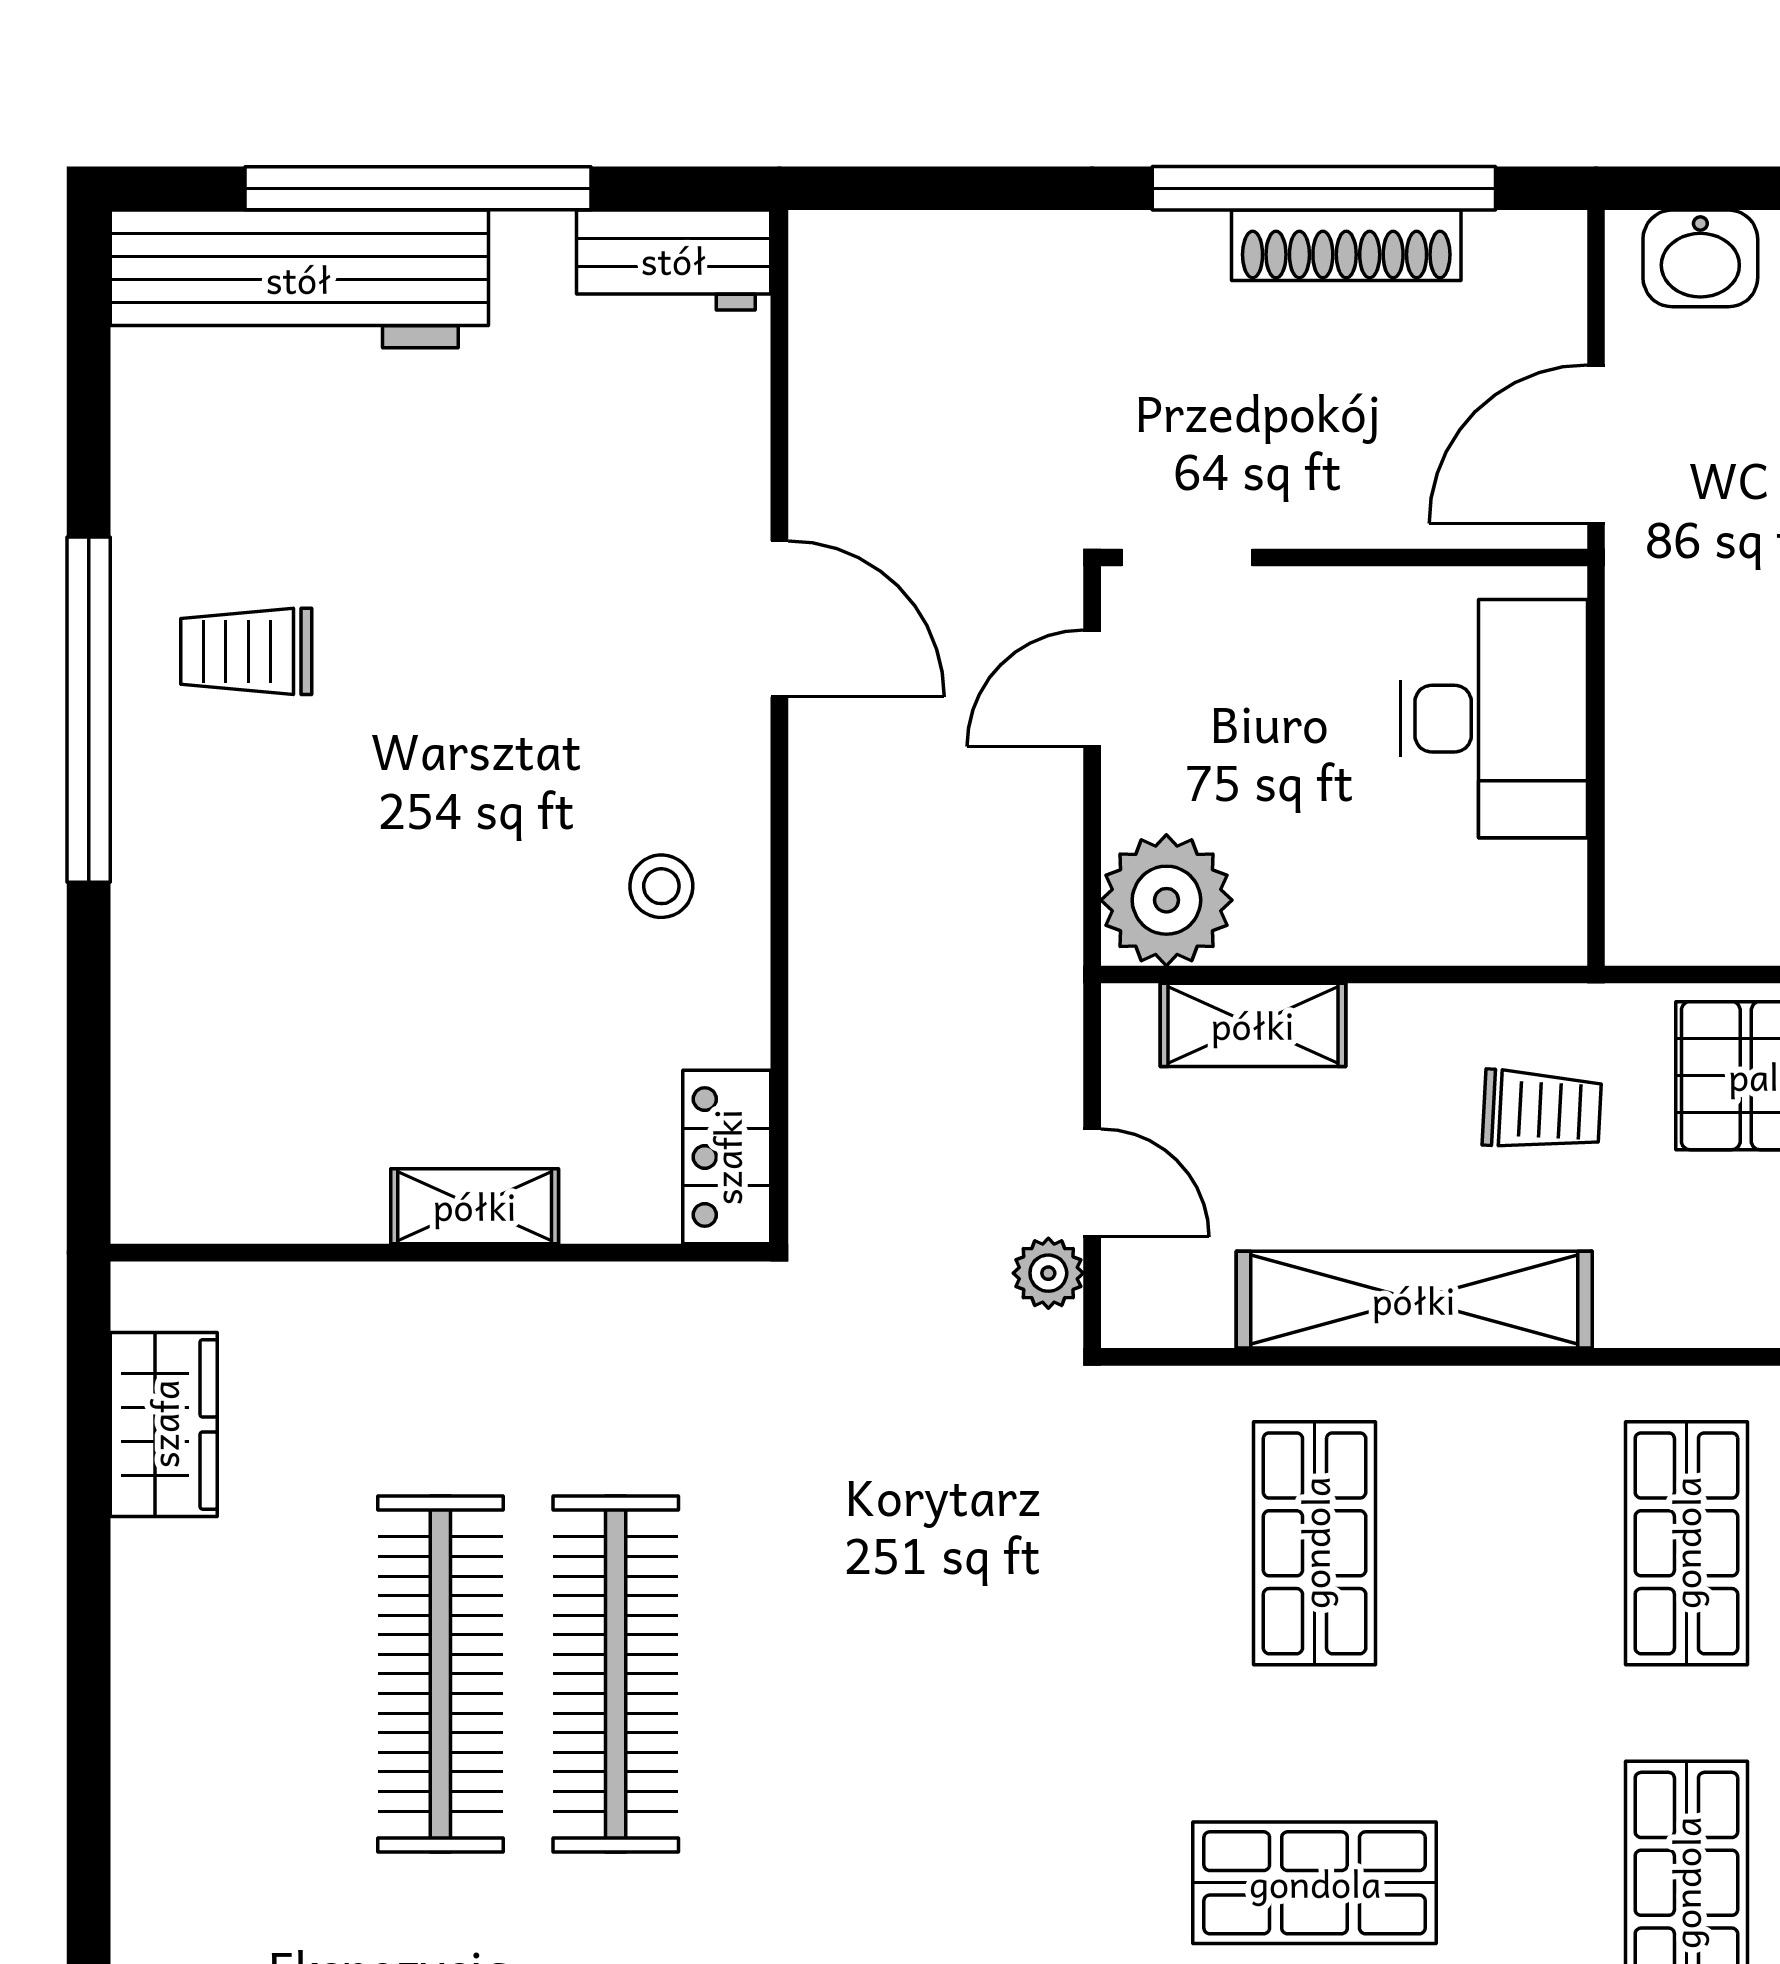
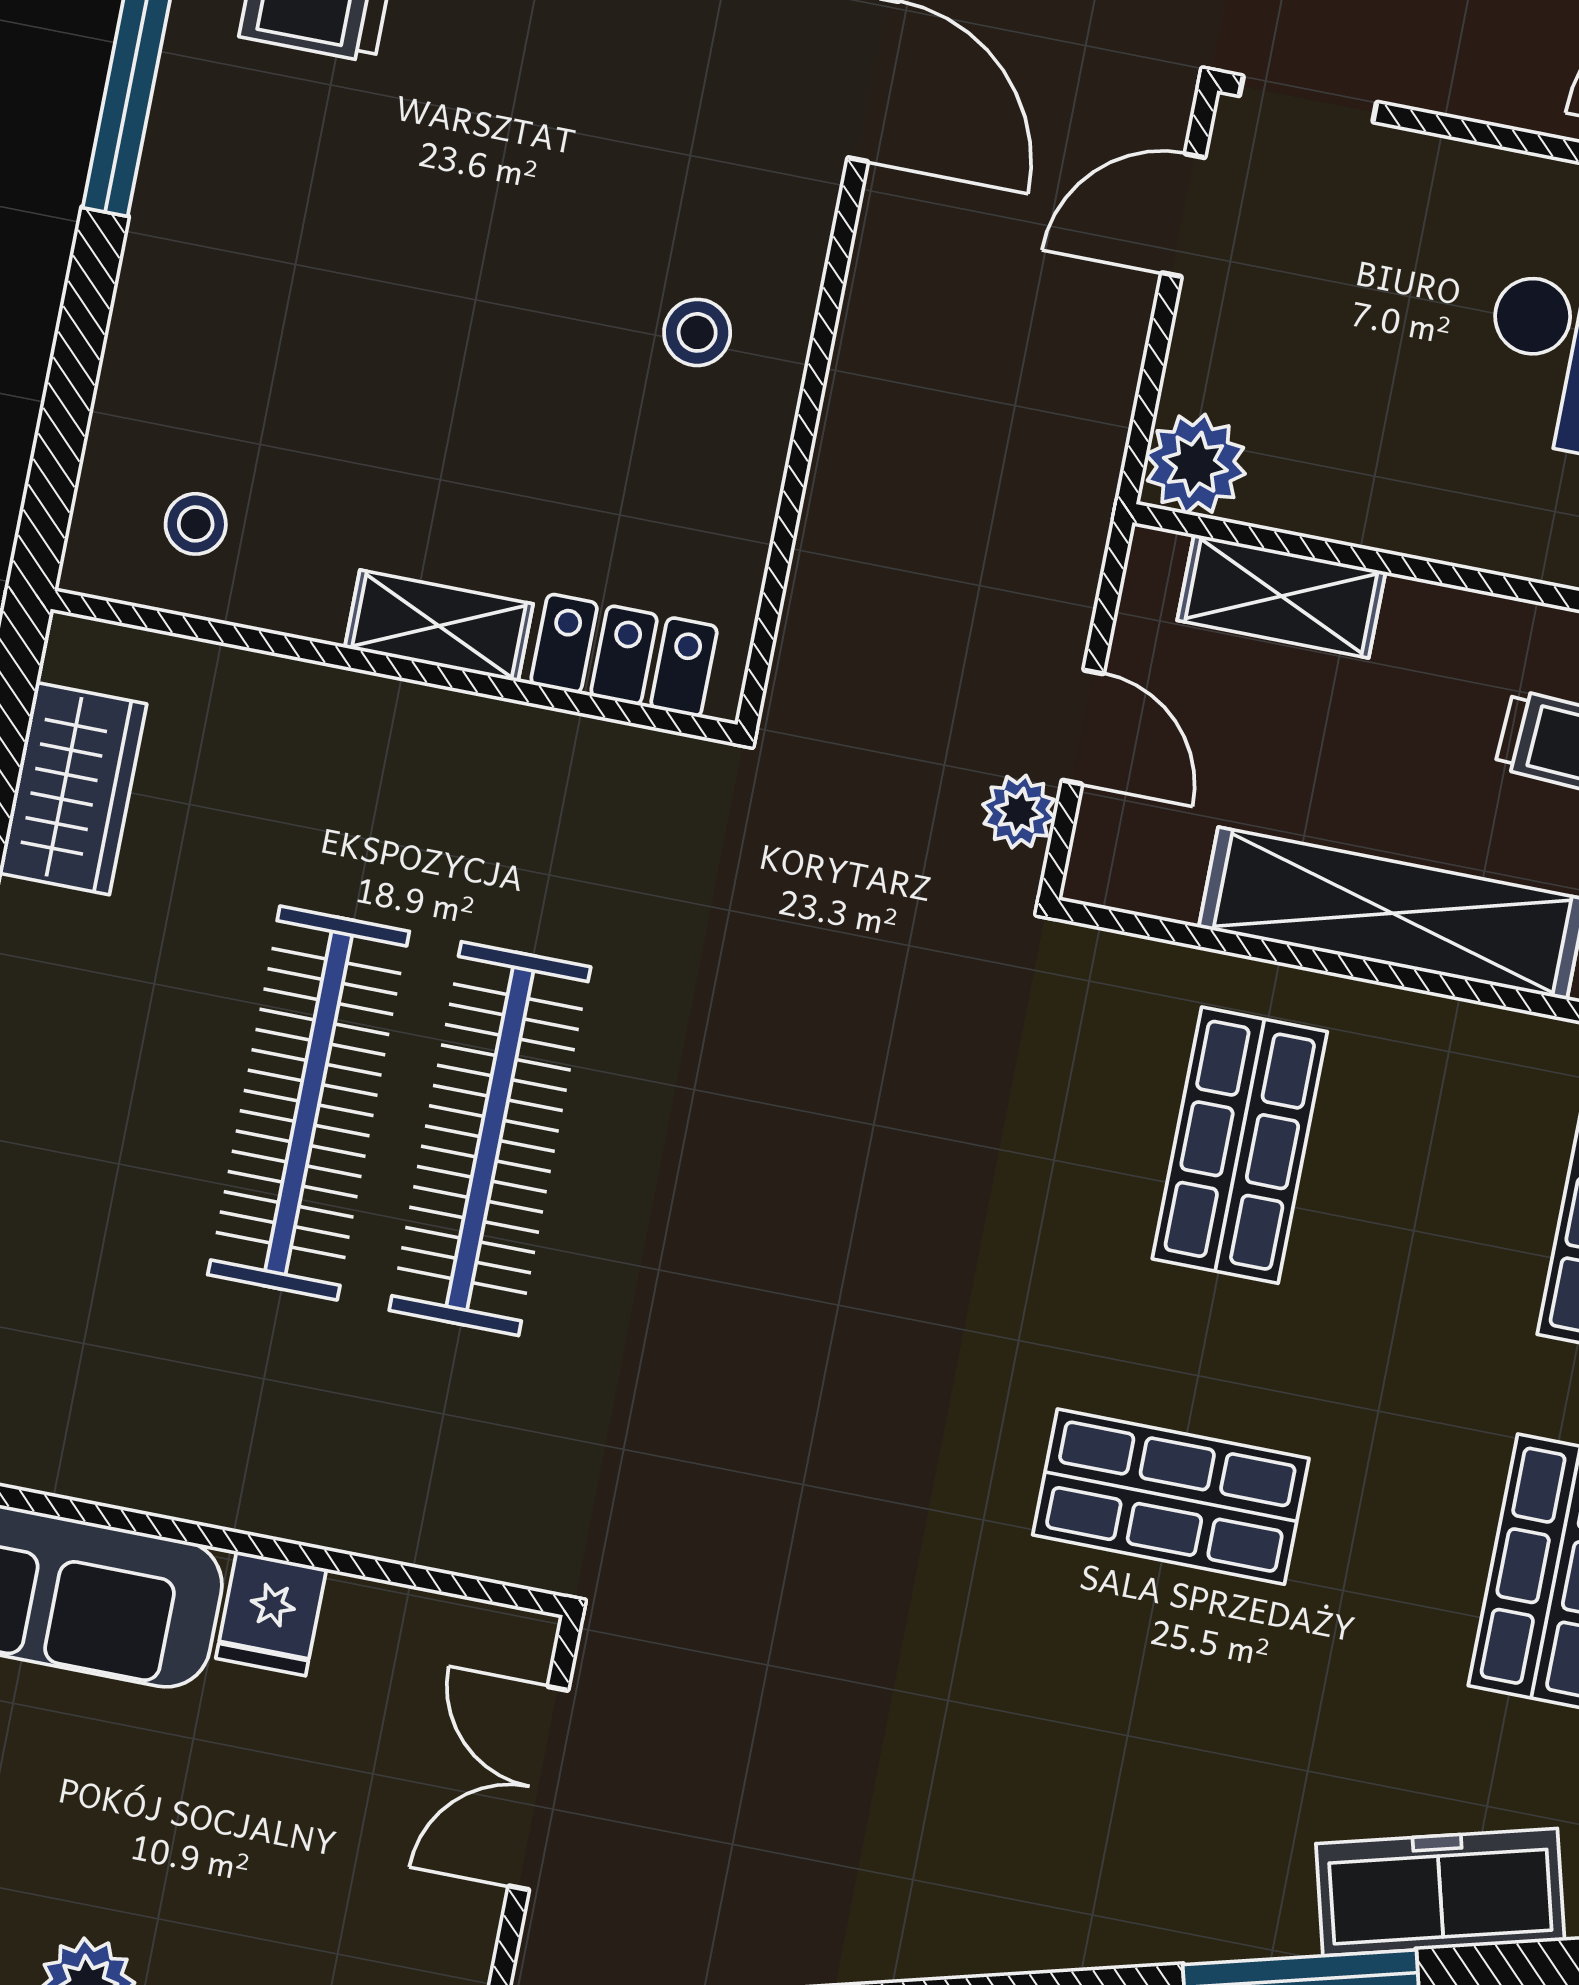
plant: (1166, 900) -> (1195, 464), width x0.73, depth x0.73
stool: (230, 1156) -> (196, 524), added
locker: (727, 1157) -> (624, 655), moved, turned 90

